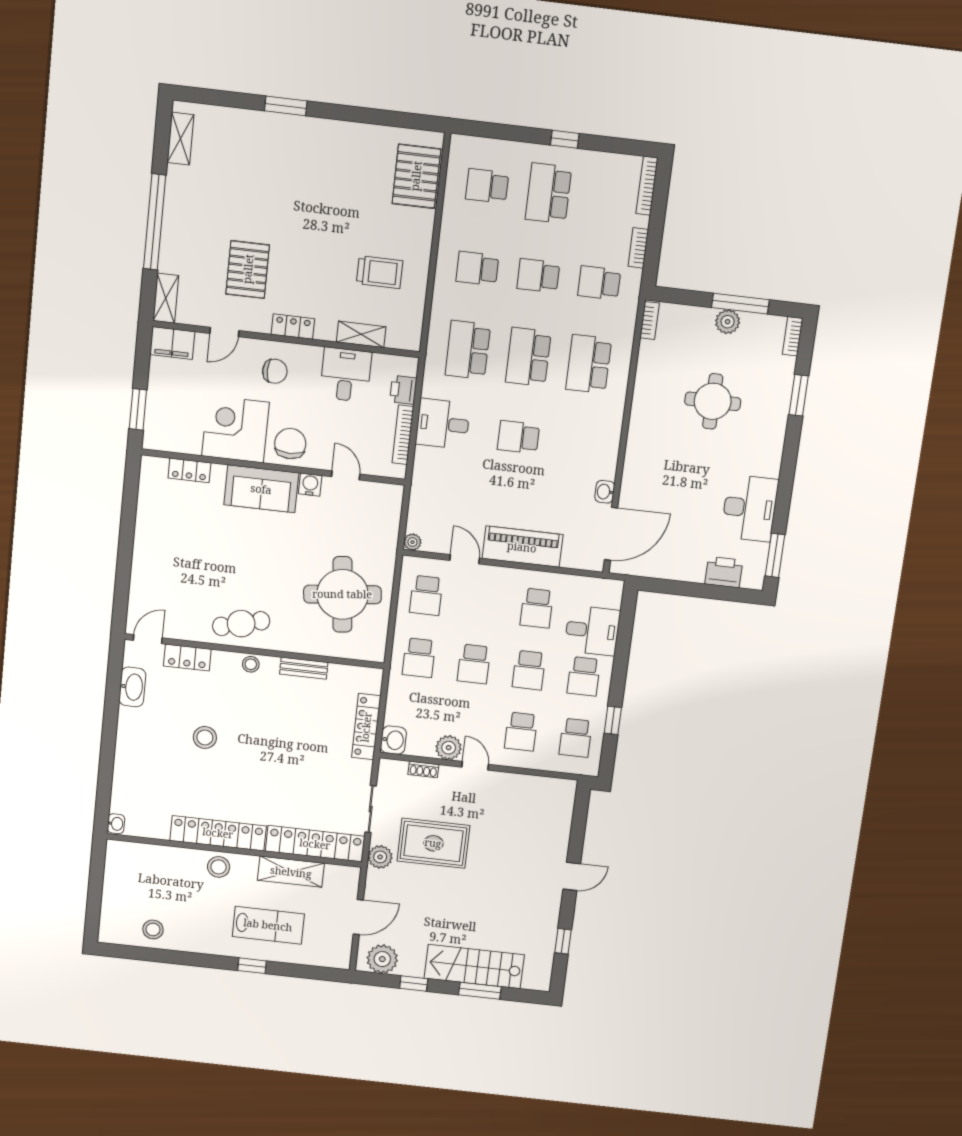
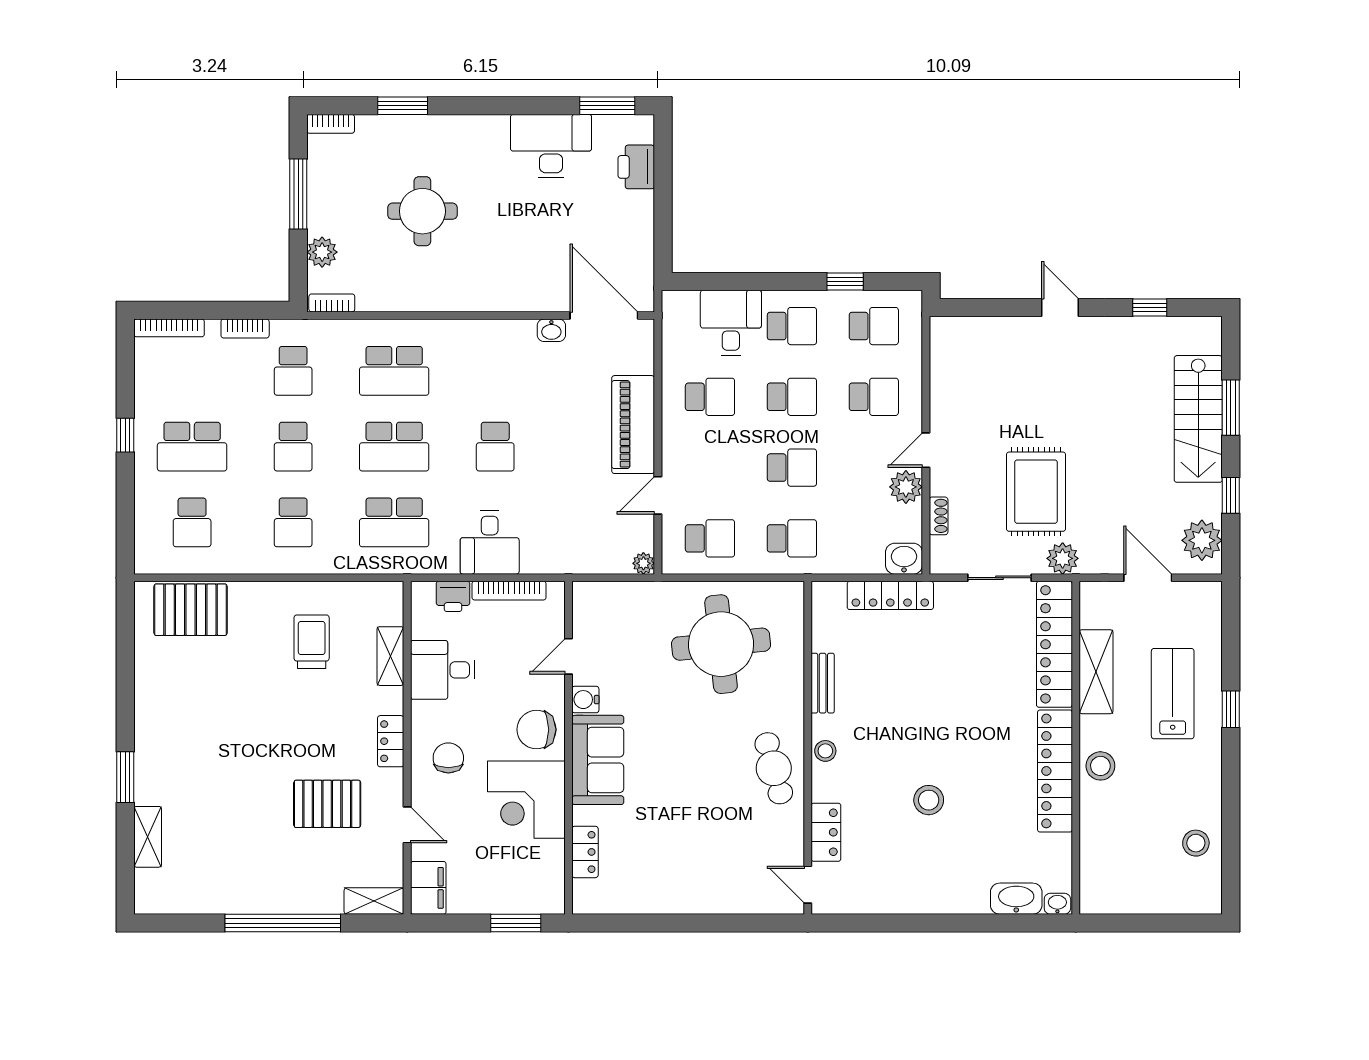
shelving: (180, 139) -> (148, 837), moved, turned 90
plant: (728, 322) -> (322, 252), moved
washbasin: (132, 687) -> (1016, 899), moved

